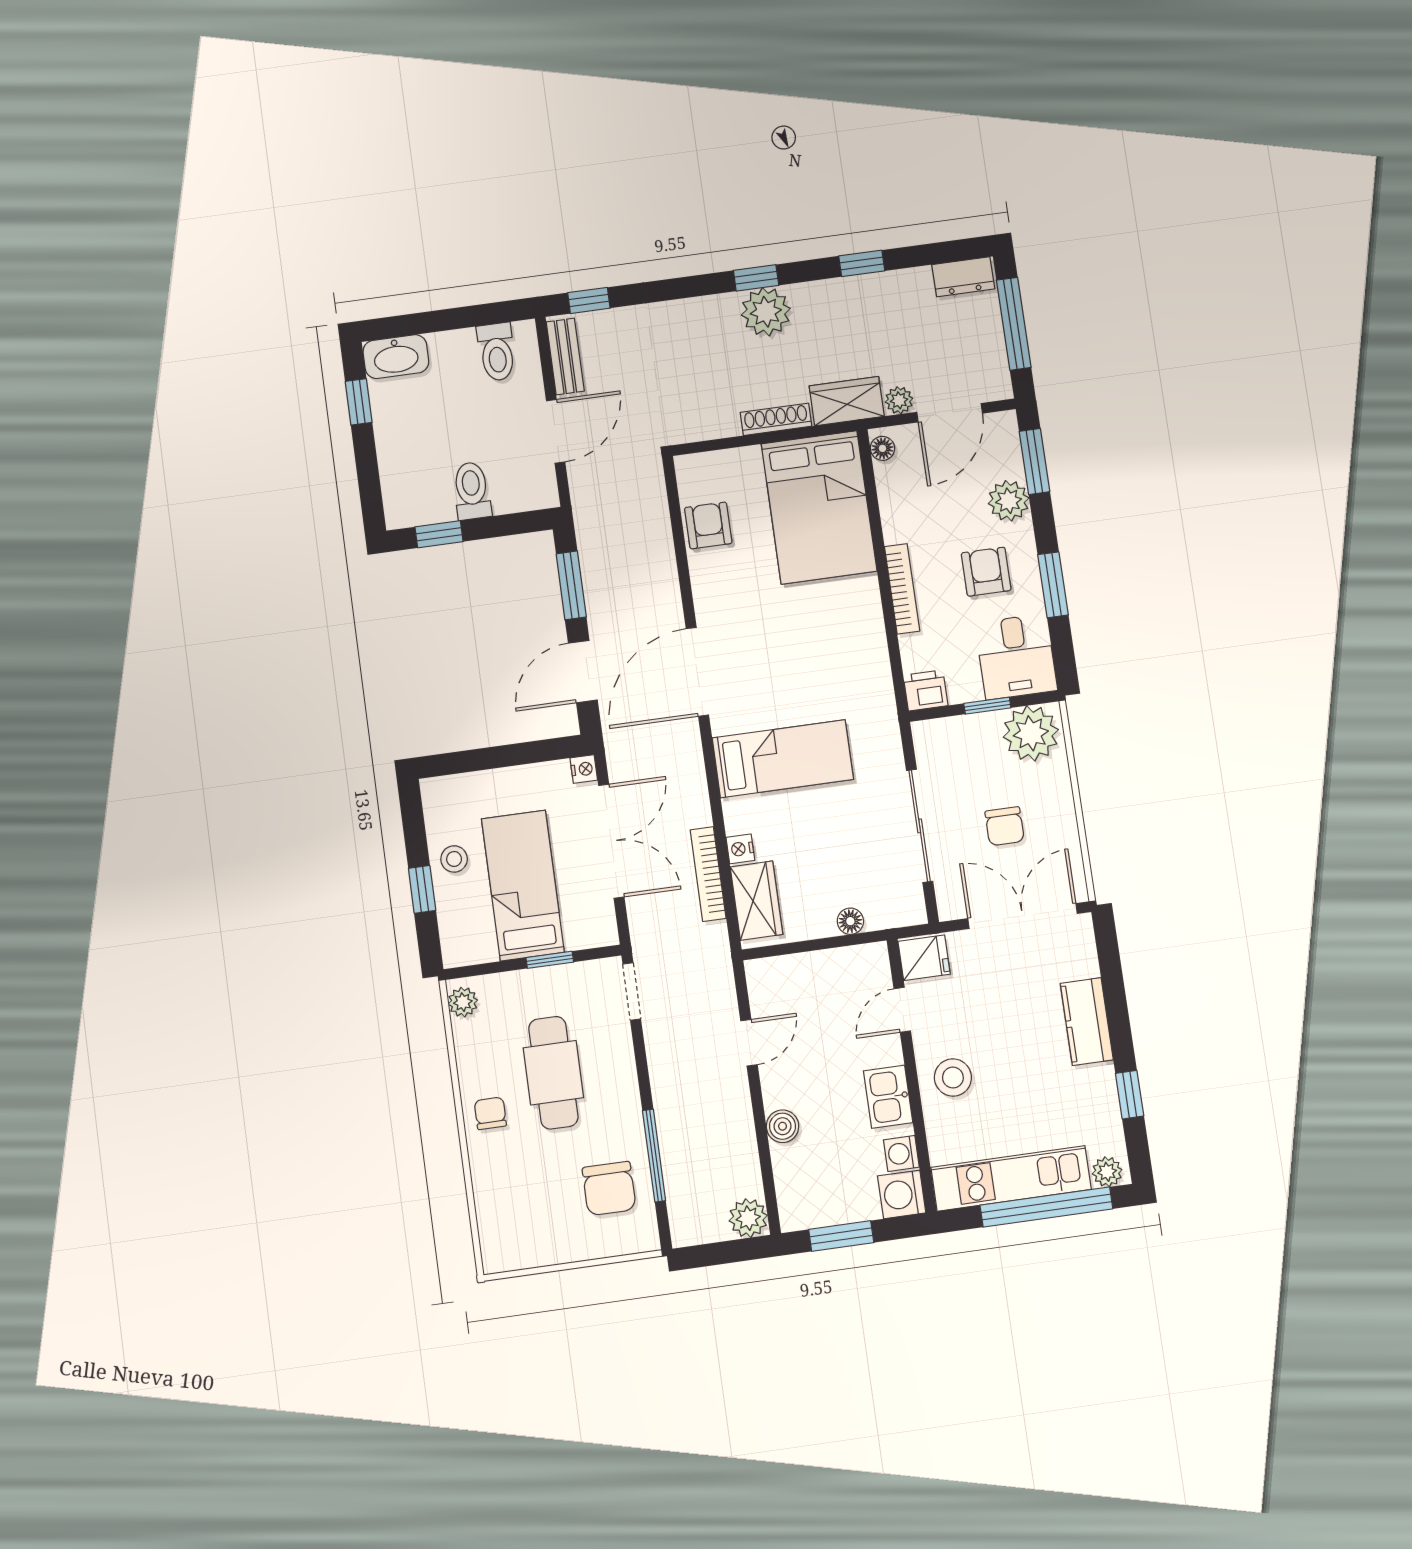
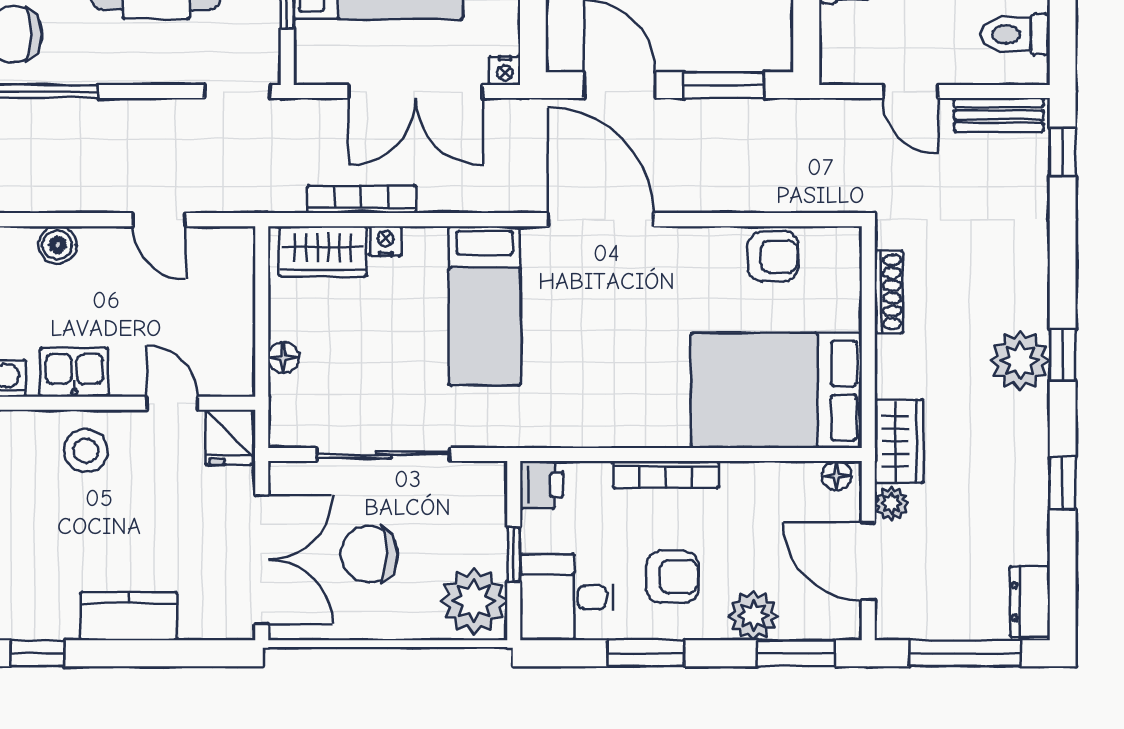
shoe rack: (776, 419) -> (889, 292), moved
door: (556, 431) -> (910, 91), width x0.73
chair: (1005, 826) -> (369, 554), width x1.37, depth x1.37

